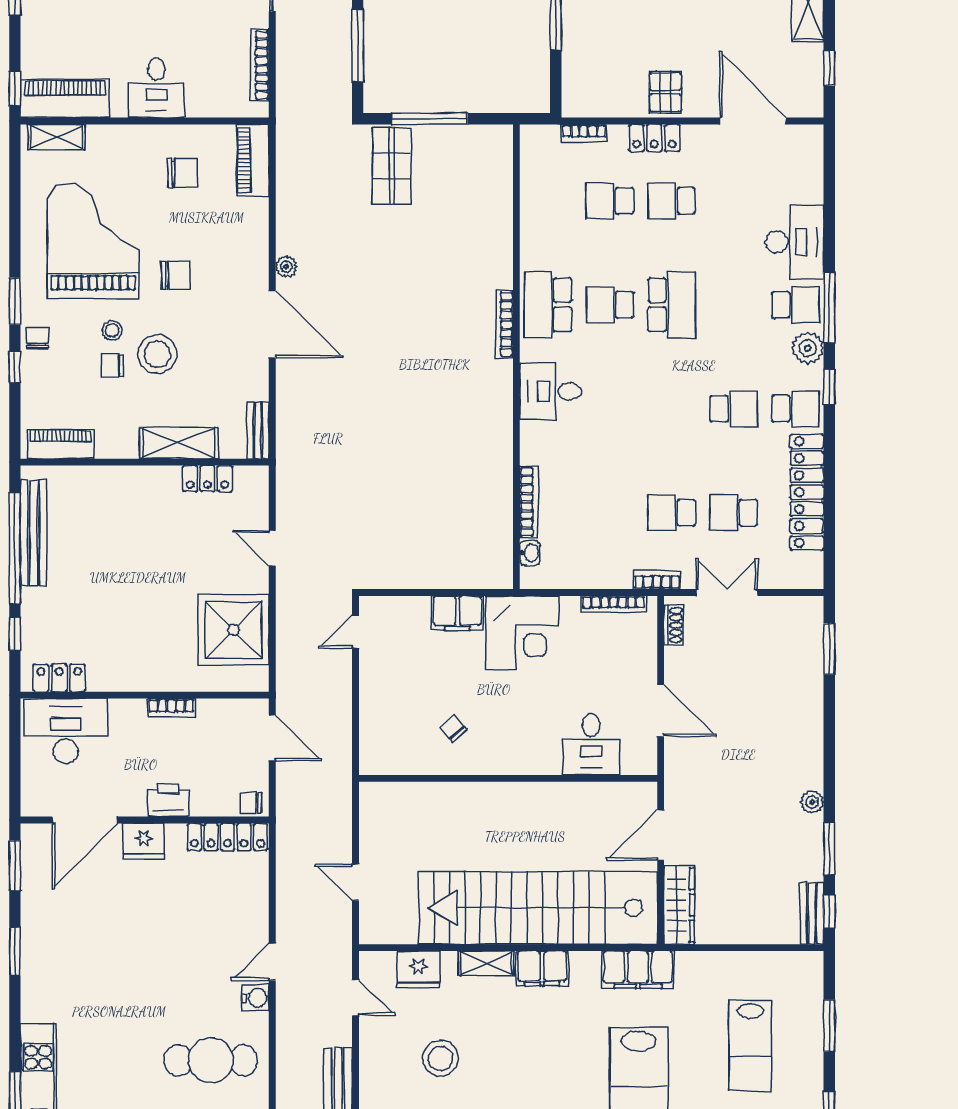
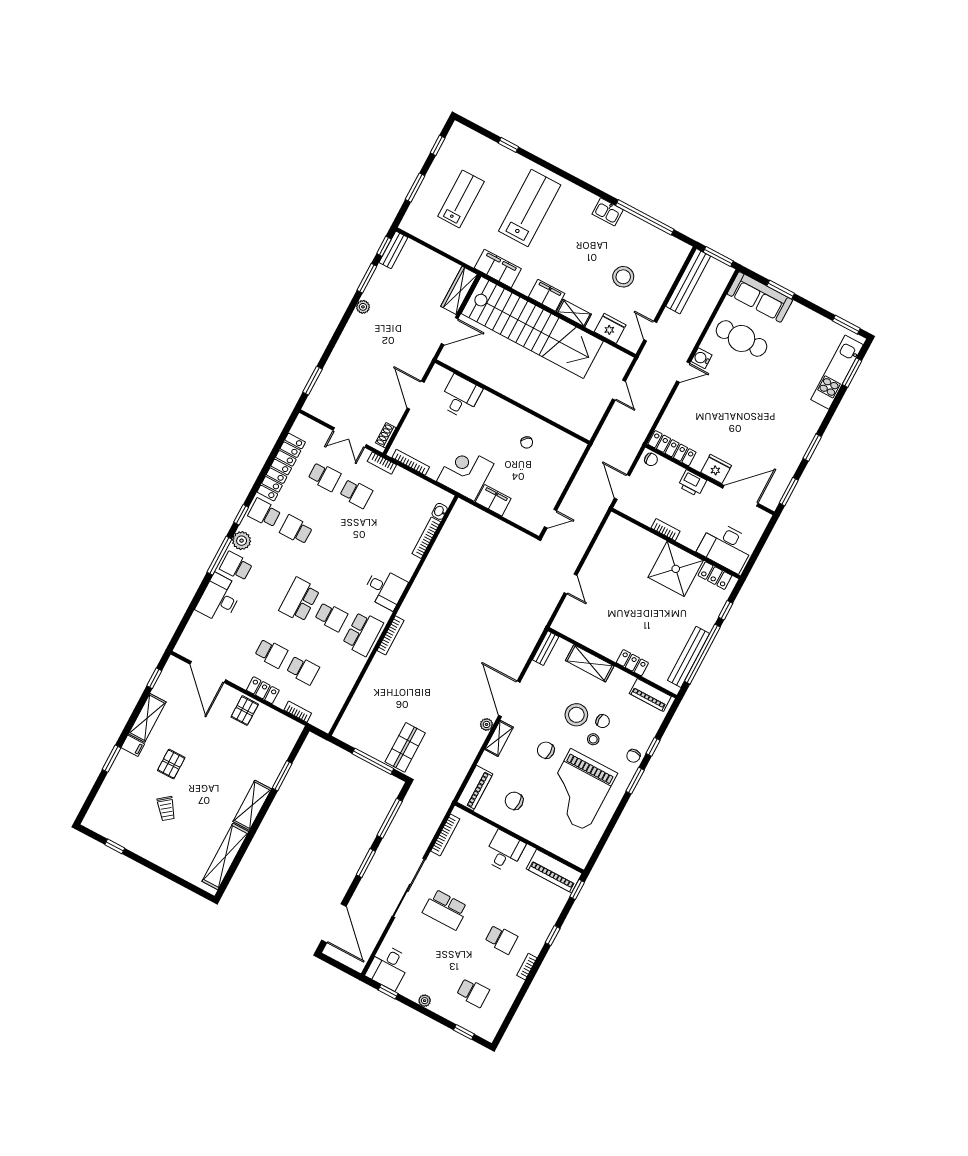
shelving: (56, 137) -> (499, 738), moved, turned 90
locker: (207, 479) -> (632, 663), moved
shower: (234, 630) -> (676, 569), moved

